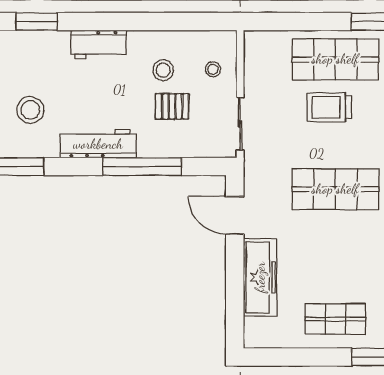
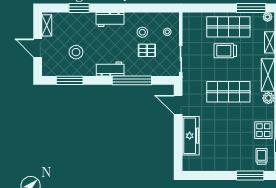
workbench: (98, 144) -> (110, 69), width x0.73
shop shelf: (335, 319) -> (228, 157), removed

